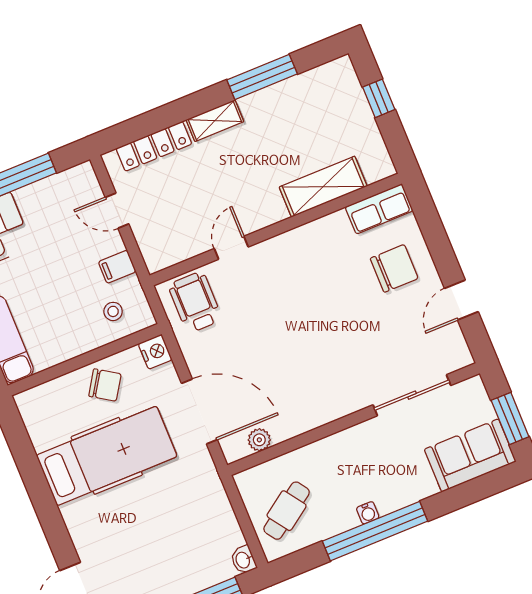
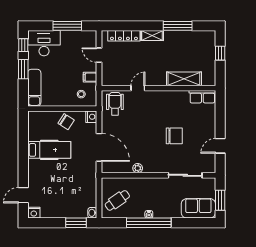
chair: (394, 268) -> (174, 136), moved
plant: (259, 440) -> (138, 168), moved
hospital bed: (107, 456) -> (49, 150), width x0.73, depth x0.78

